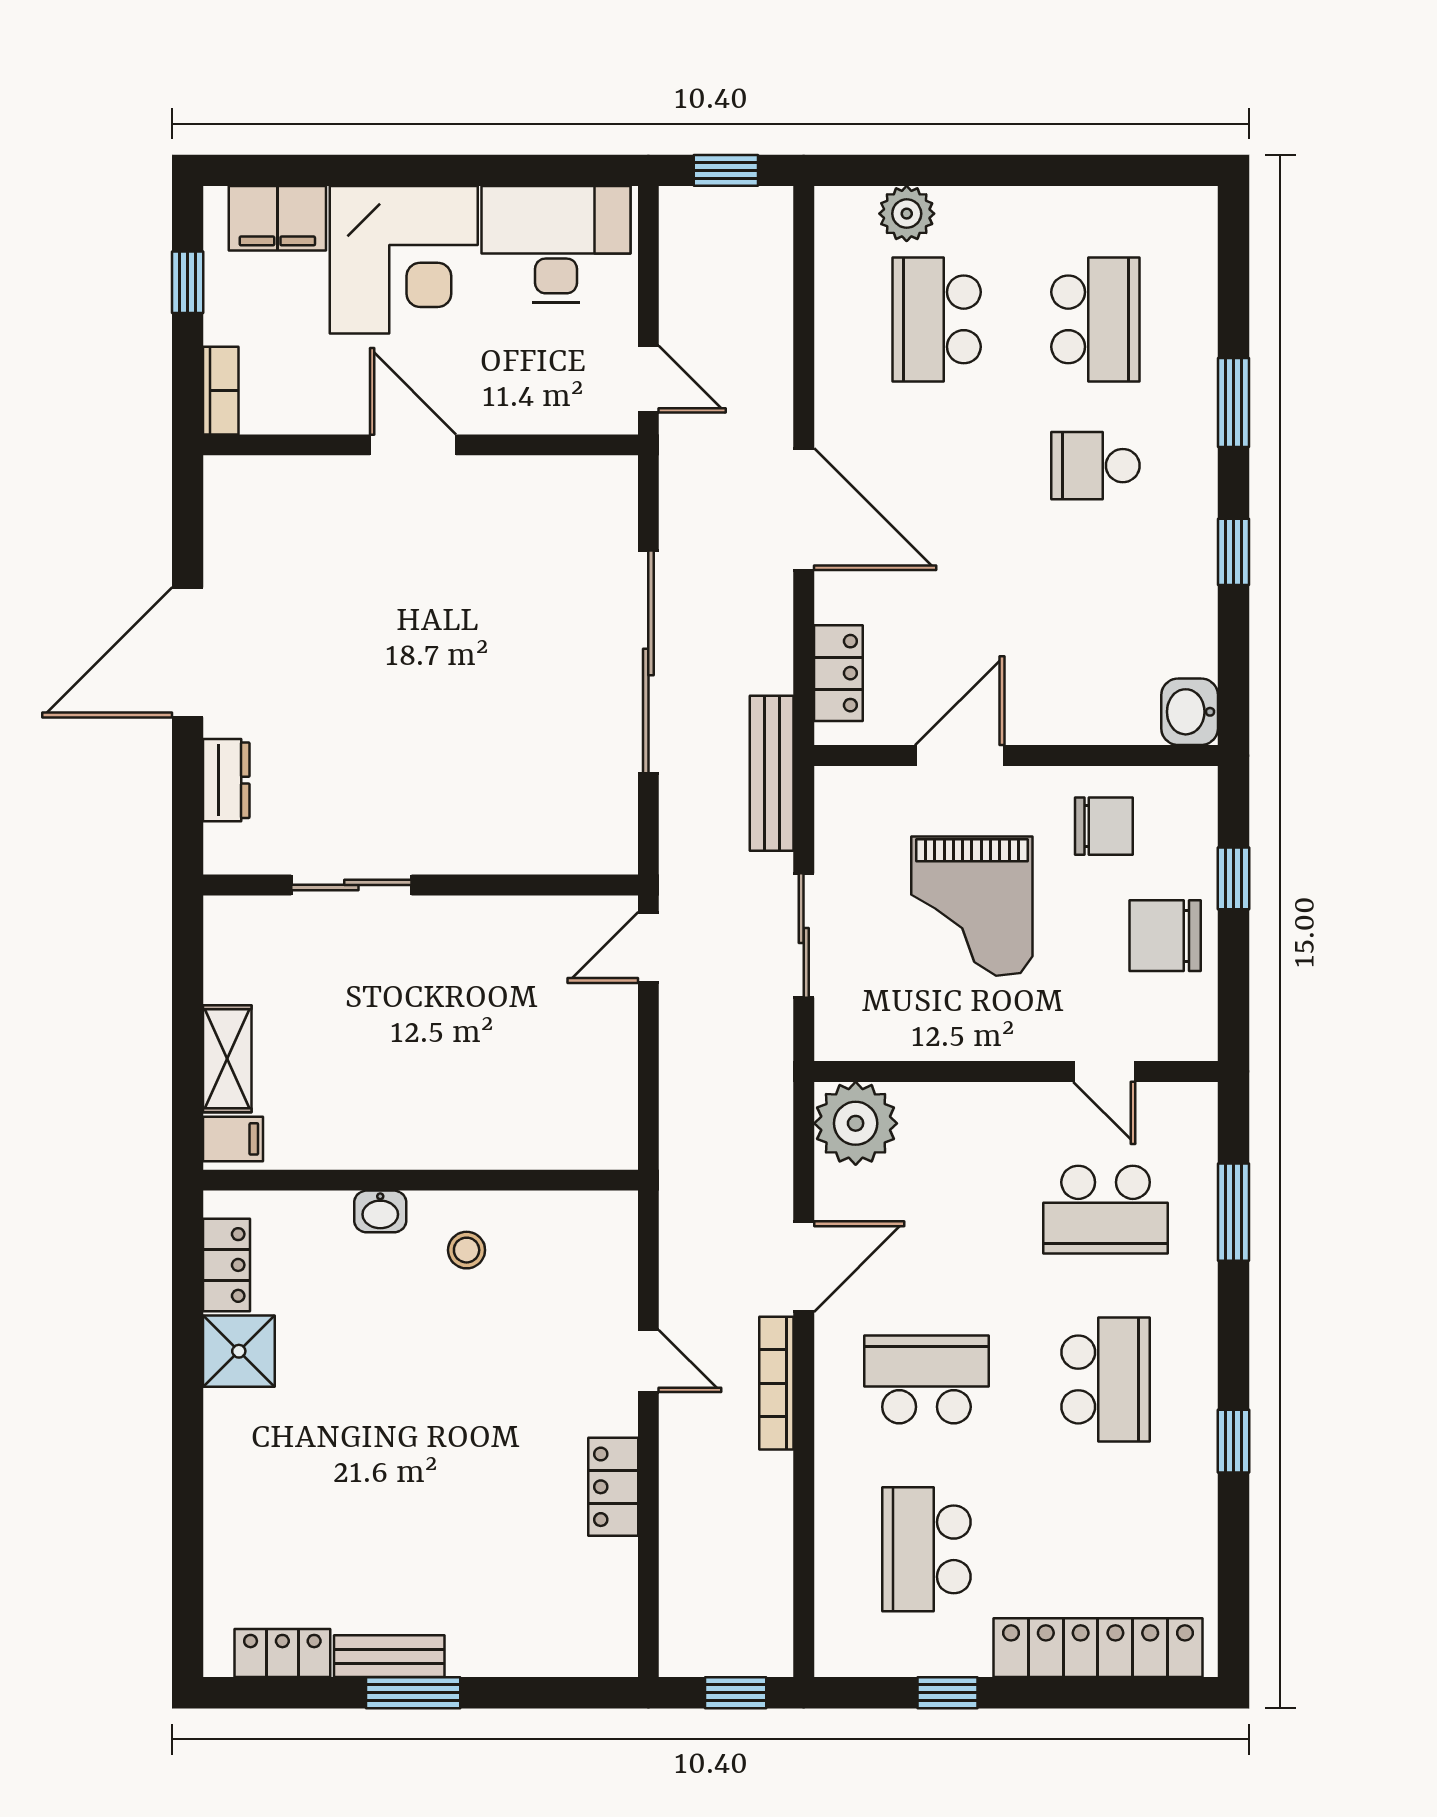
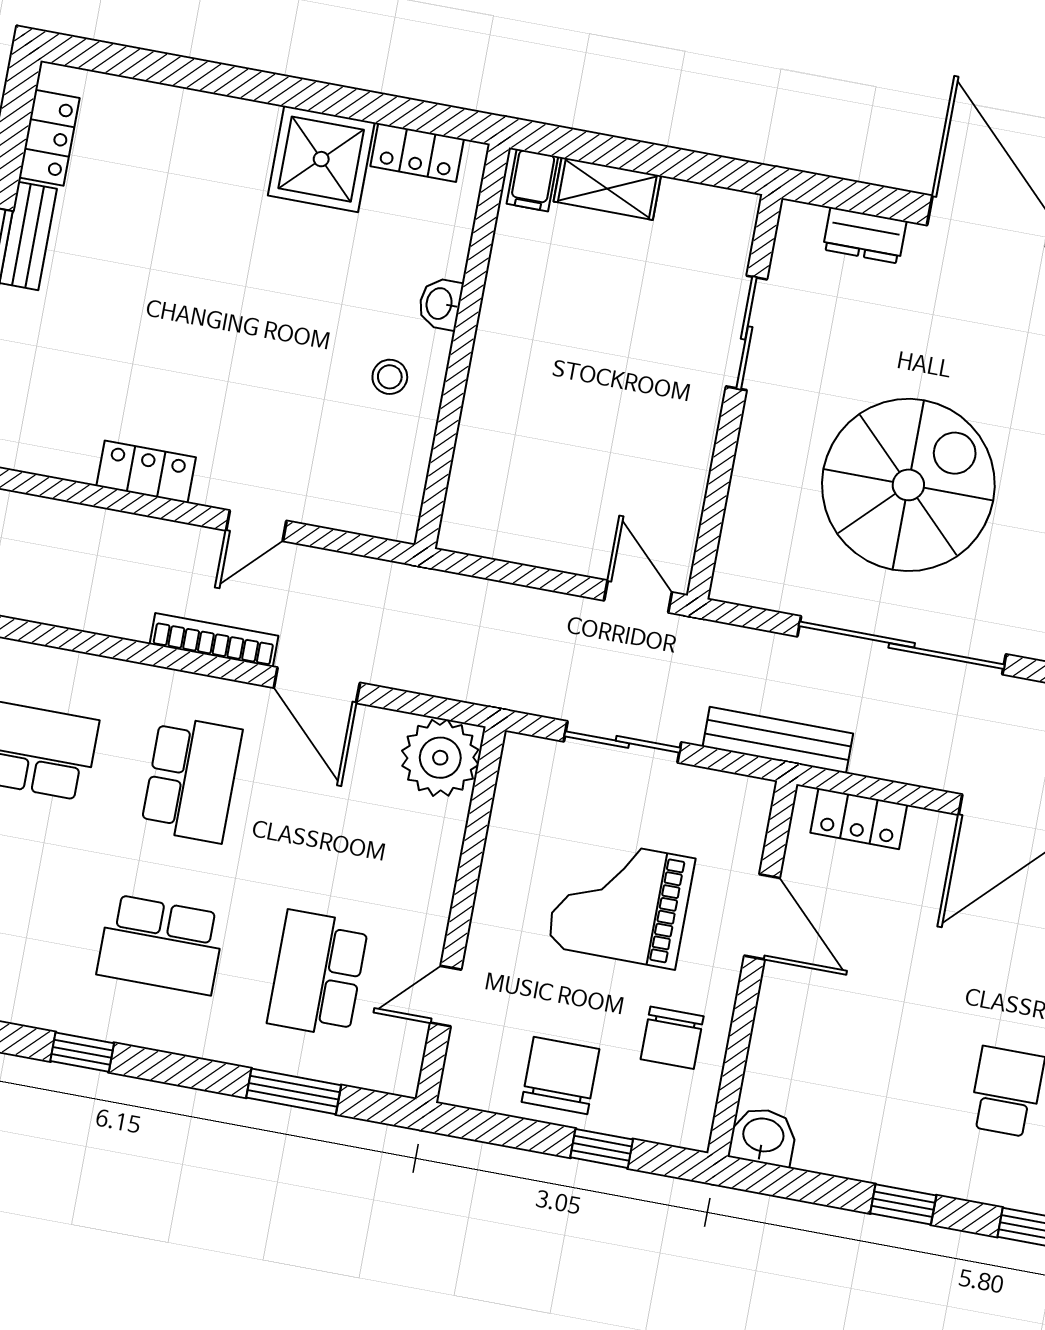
spiral stairs: (479, 686) -> (908, 485), added
shower: (239, 1351) -> (321, 159), width x1.36, depth x1.36

